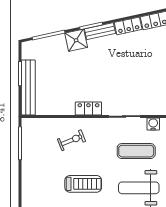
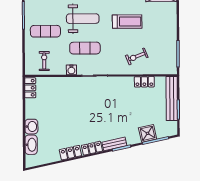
shower: (76, 40) -> (148, 133), moved
locker: (88, 108) -> (144, 82), moved
treadmill: (83, 184) -> (127, 22), turned 180

